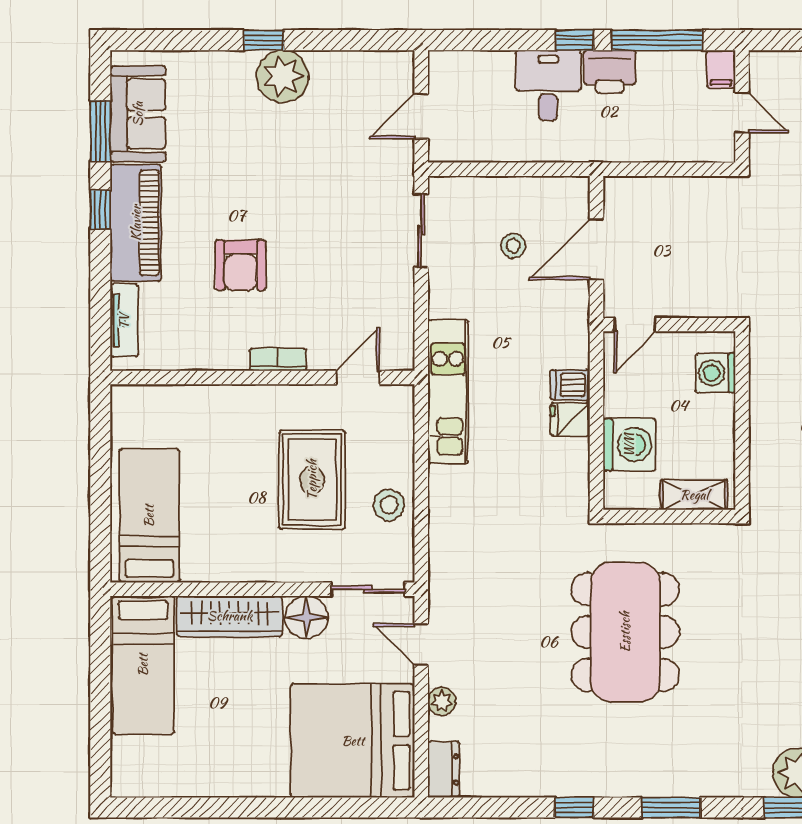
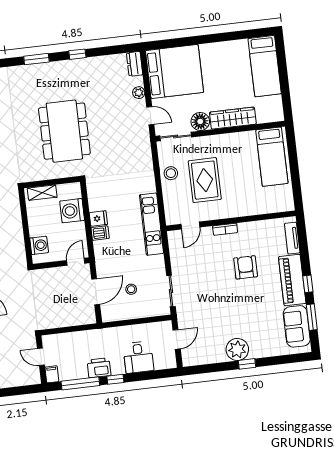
desk: (548, 85) -> (138, 357), moved
bed: (143, 665) -> (265, 66), moved, turned 180

